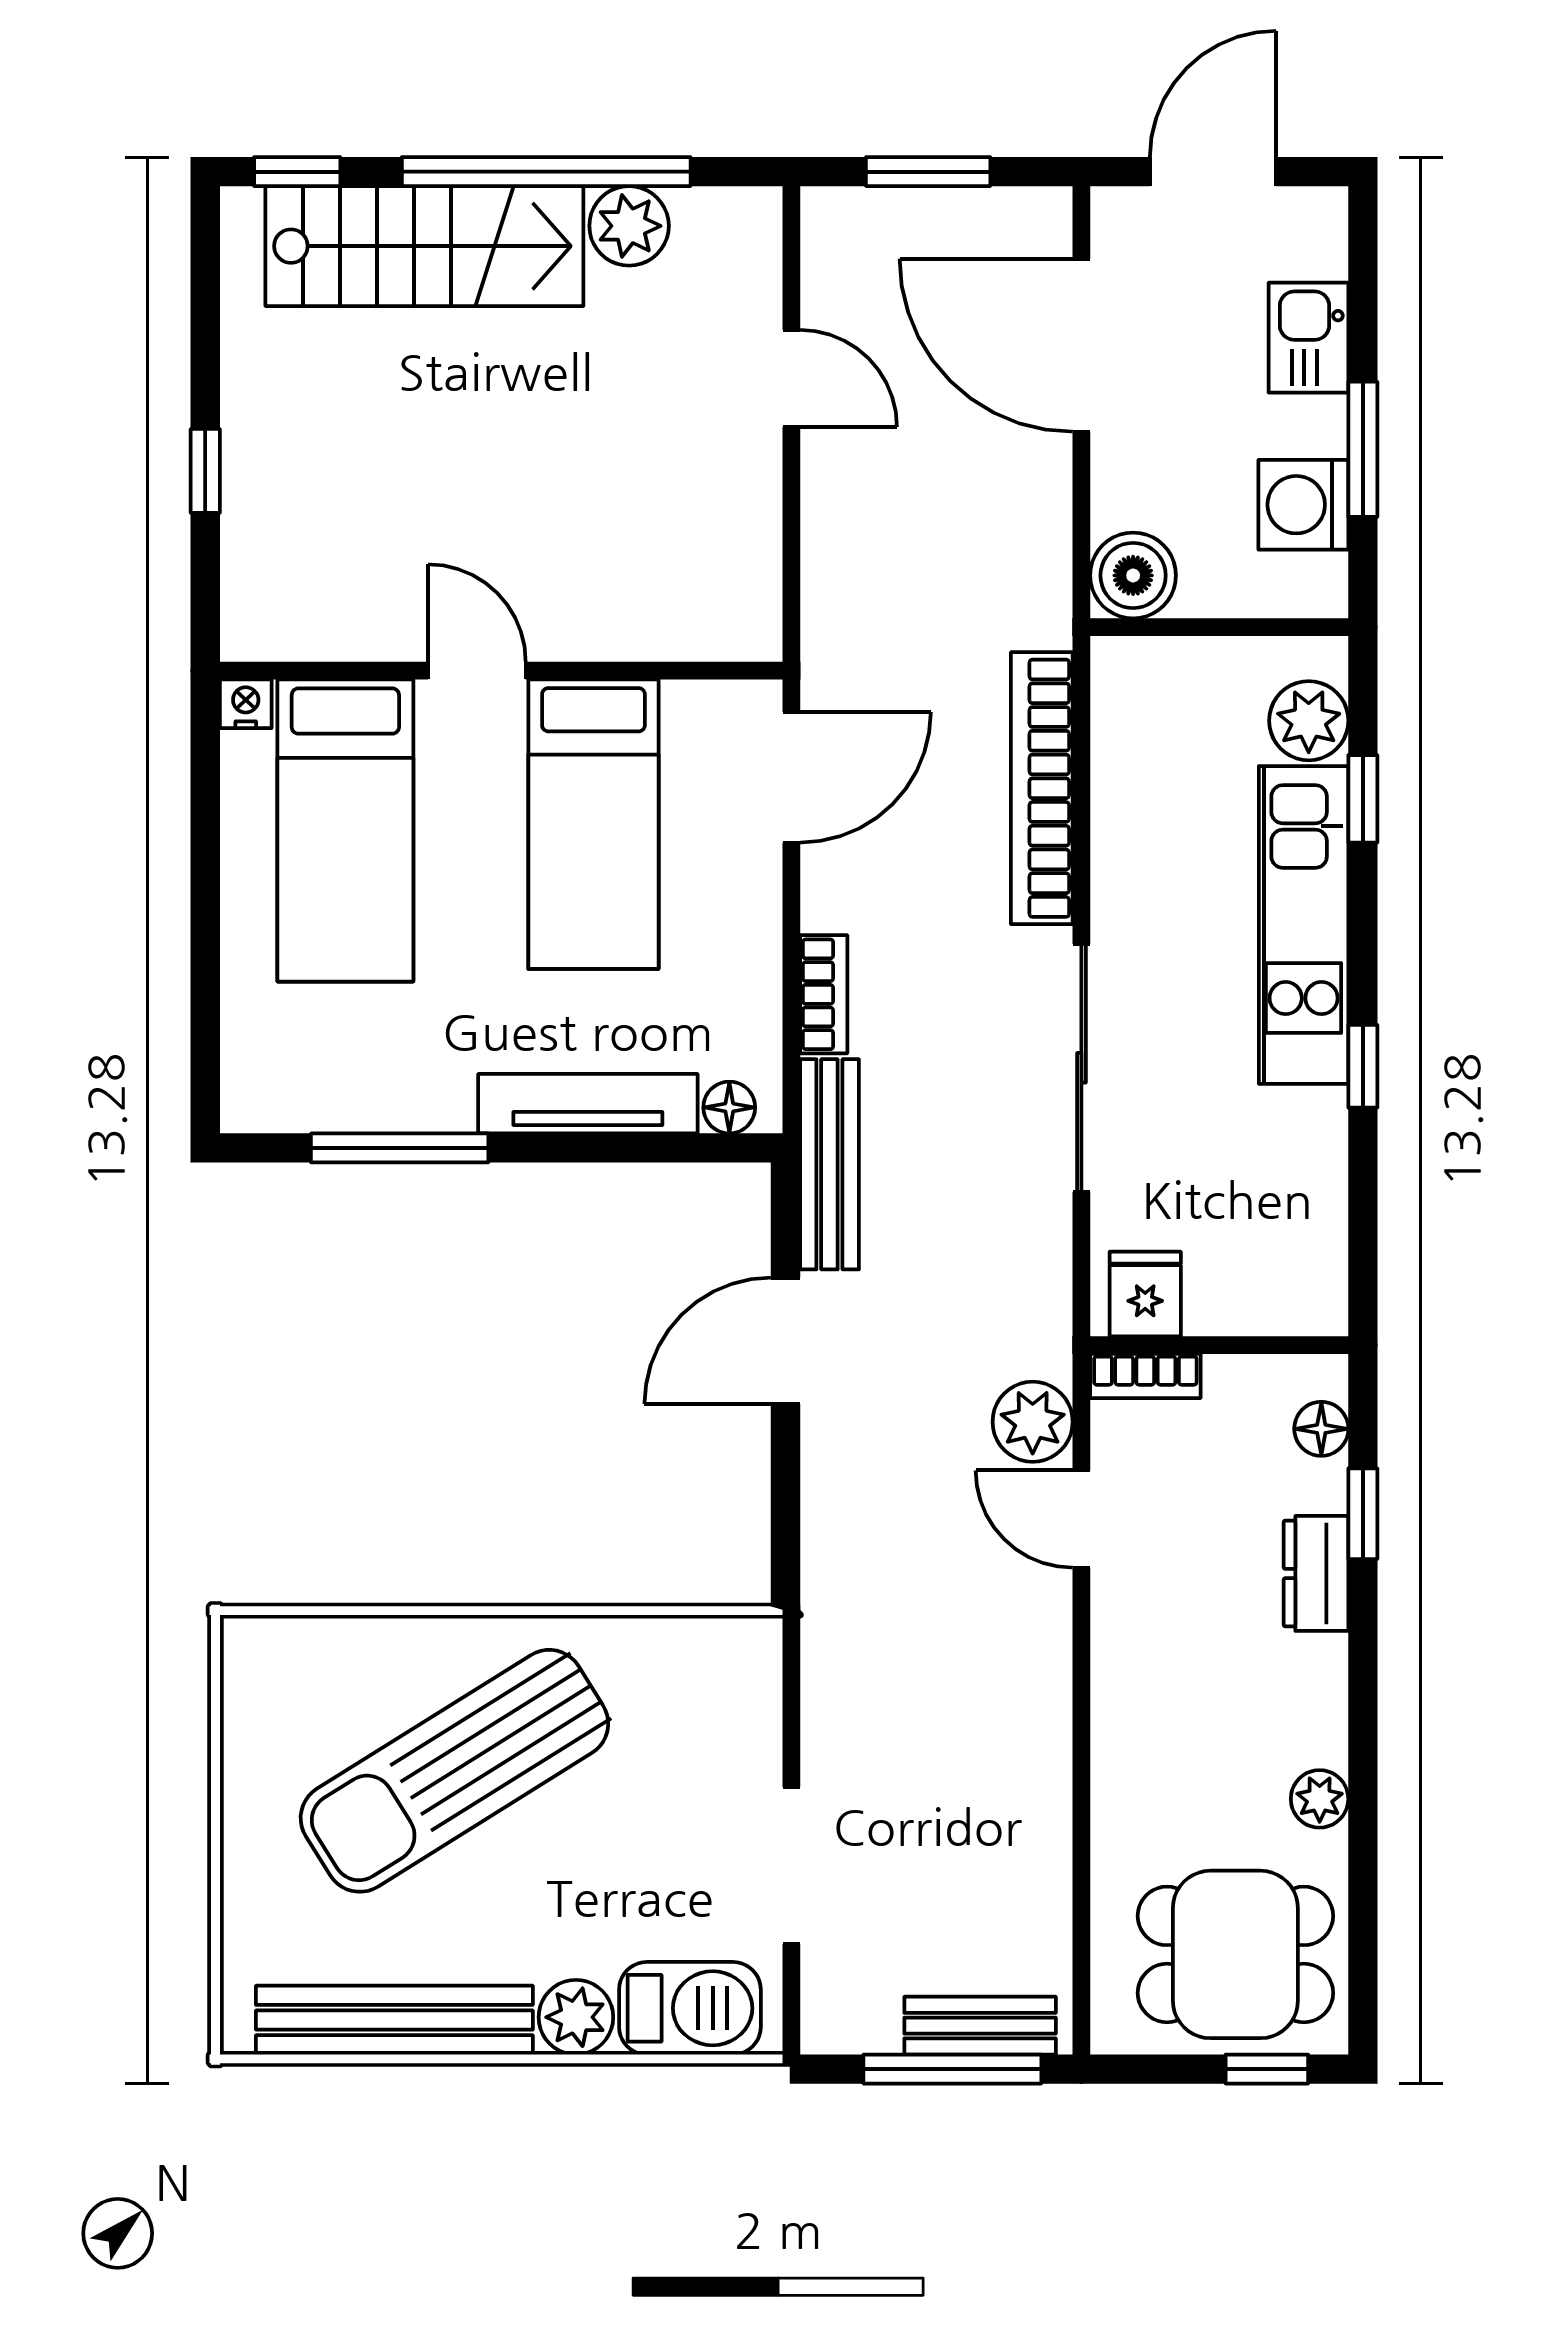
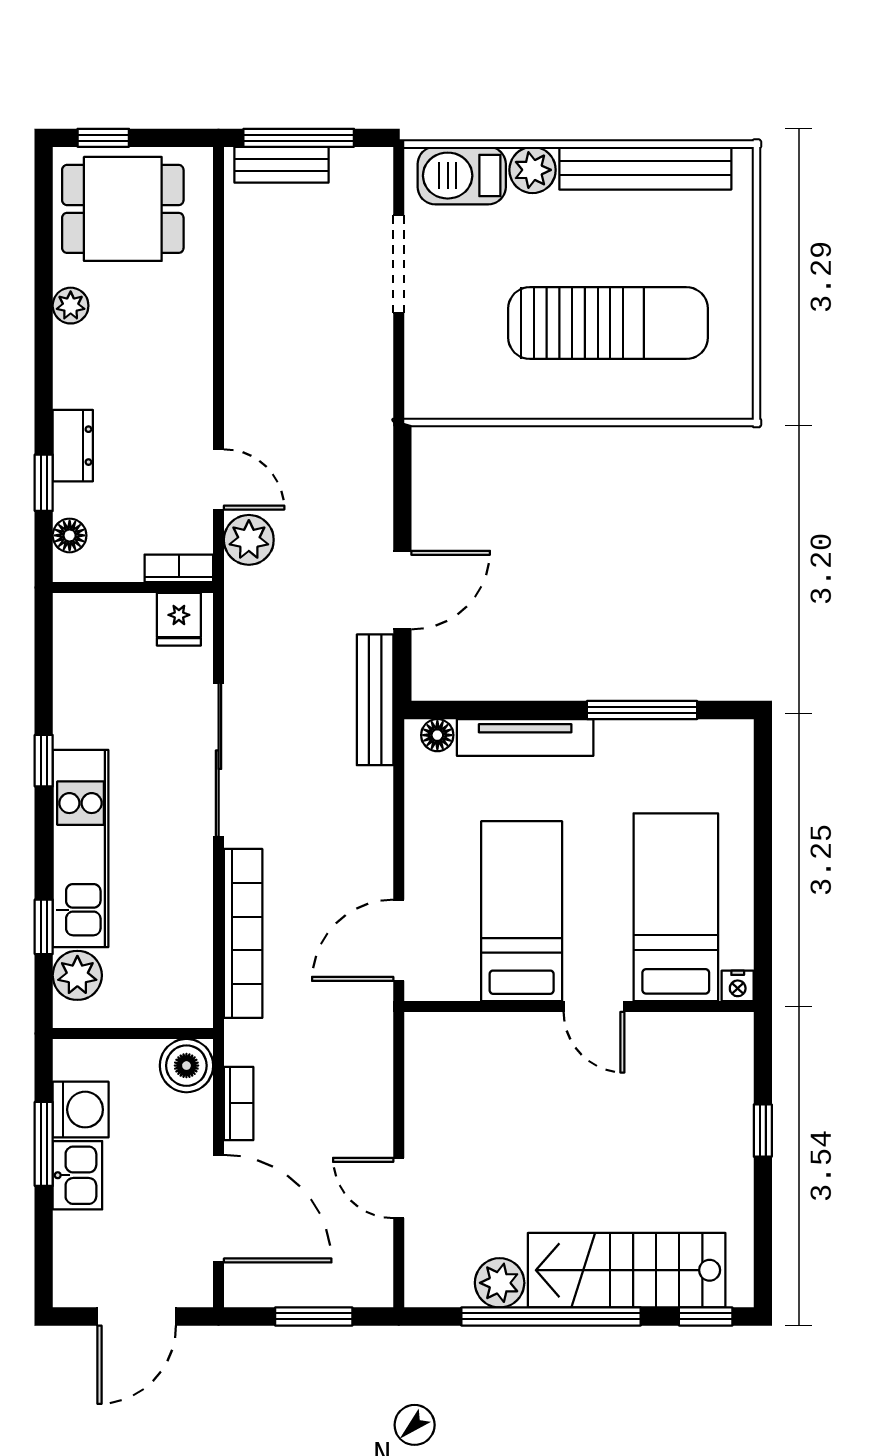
kitchen sink: (1308, 338) -> (77, 1175), moved
bookcase: (824, 994) -> (239, 1103), moved, turned 180
sun lounger: (454, 1771) -> (608, 323), turned 32

